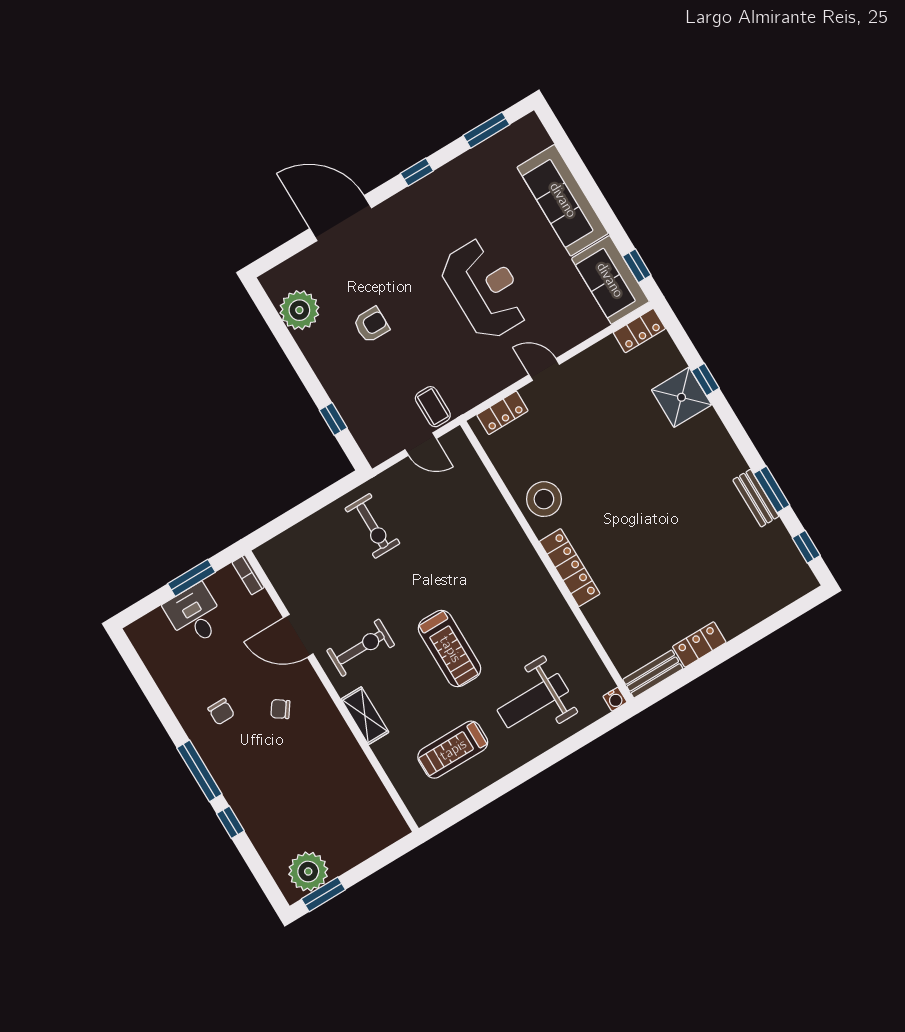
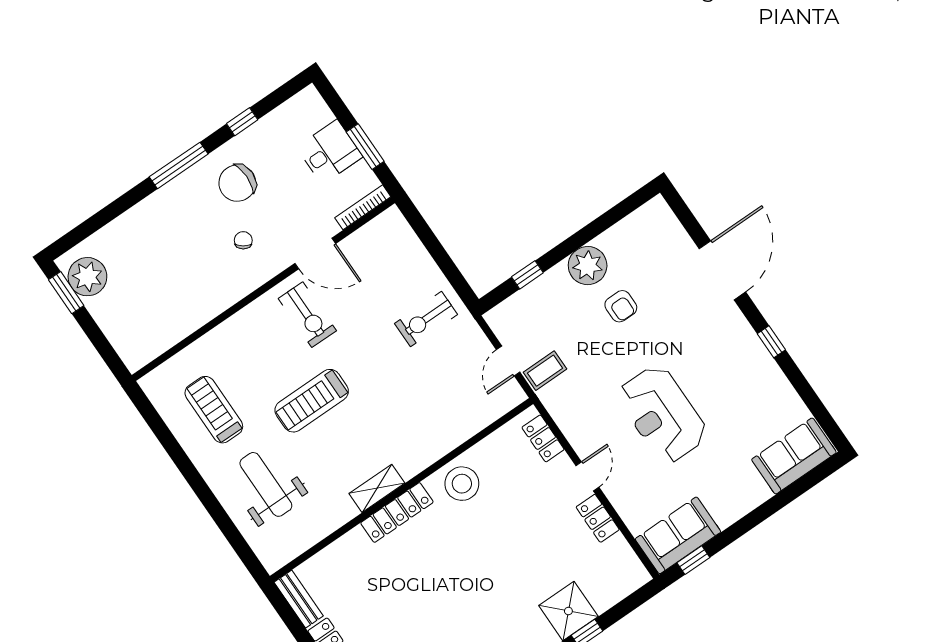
window: (486, 130) -> (816, 407), removed
sofa: (563, 200) -> (794, 456), moved, width x0.73
reception desk: (485, 289) -> (662, 414), turned 90
plant: (299, 310) -> (588, 266), moved
locker: (639, 331) -> (598, 518), moved
bookcase: (248, 575) -> (363, 207), width x1.56
door: (298, 636) -> (315, 253), swing flipped
water cooler: (615, 699) -> (272, 564), removed
chair: (221, 712) -> (237, 183), width x1.87, depth x1.87
shelving: (365, 716) -> (377, 488), moved
window: (230, 822) -> (242, 122), moved

